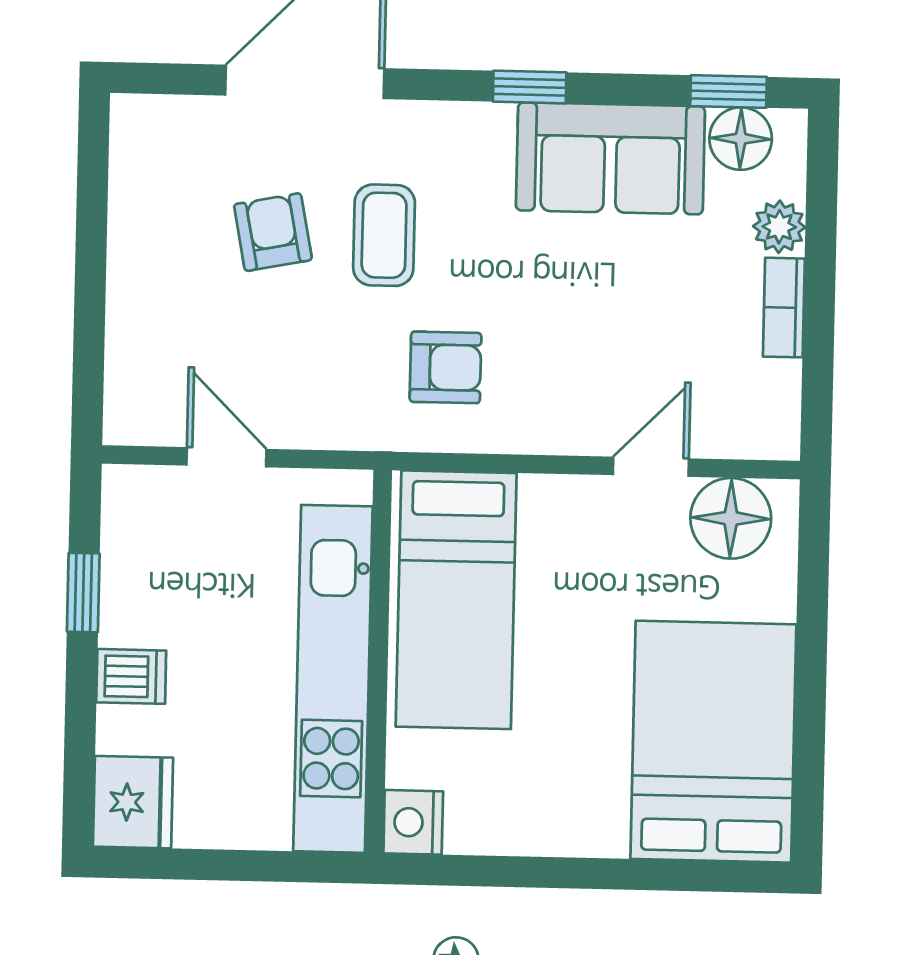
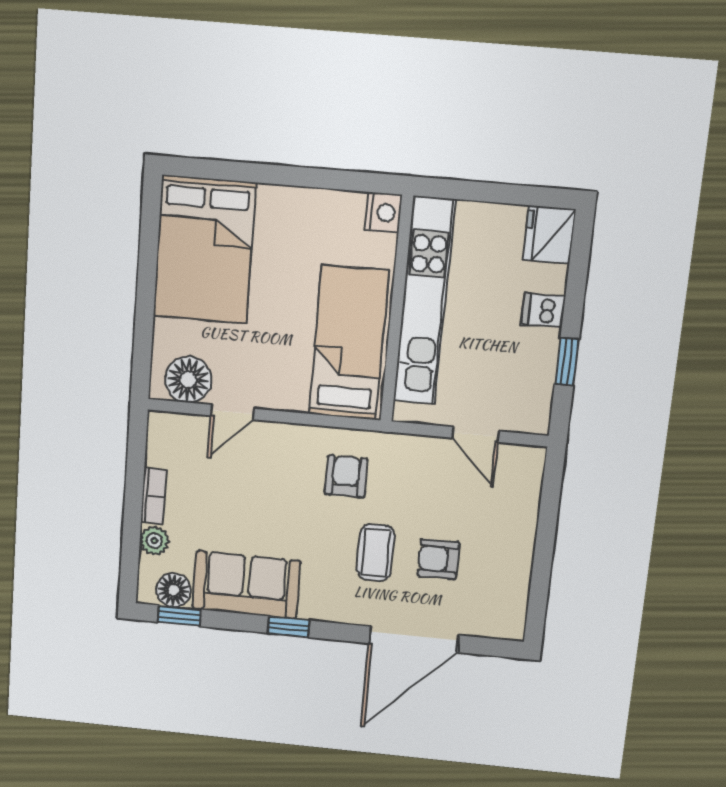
armchair: (273, 232) -> (438, 559), turned 101
armchair: (446, 367) -> (346, 477), turned 90

